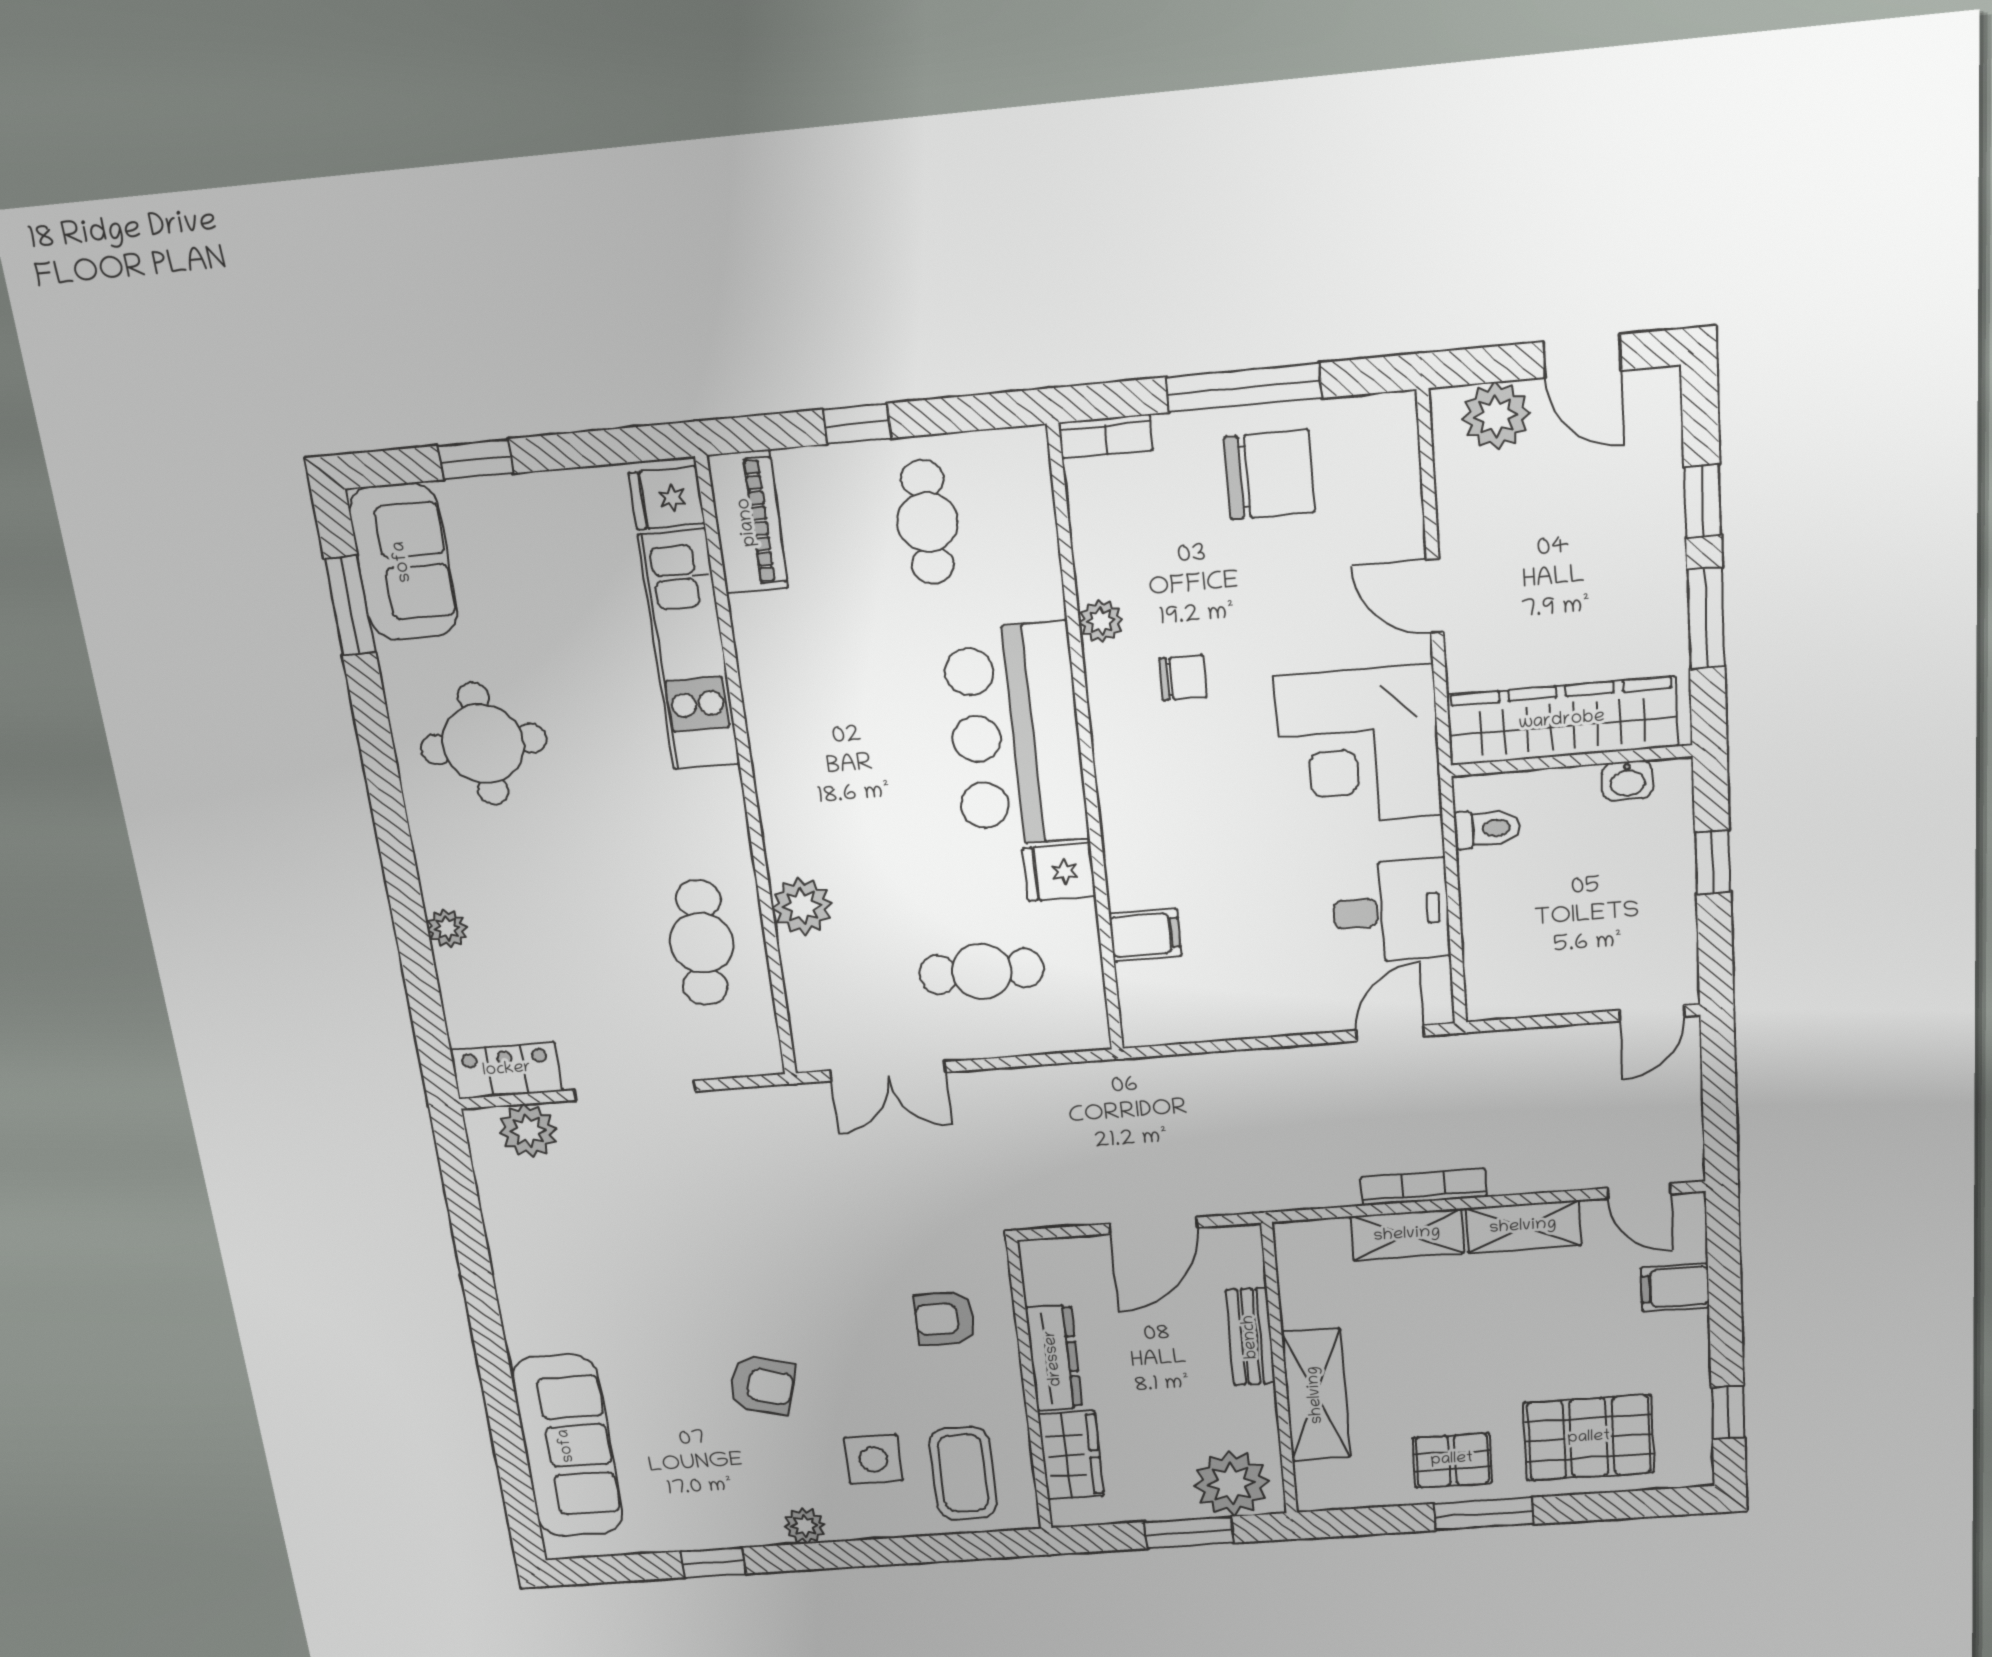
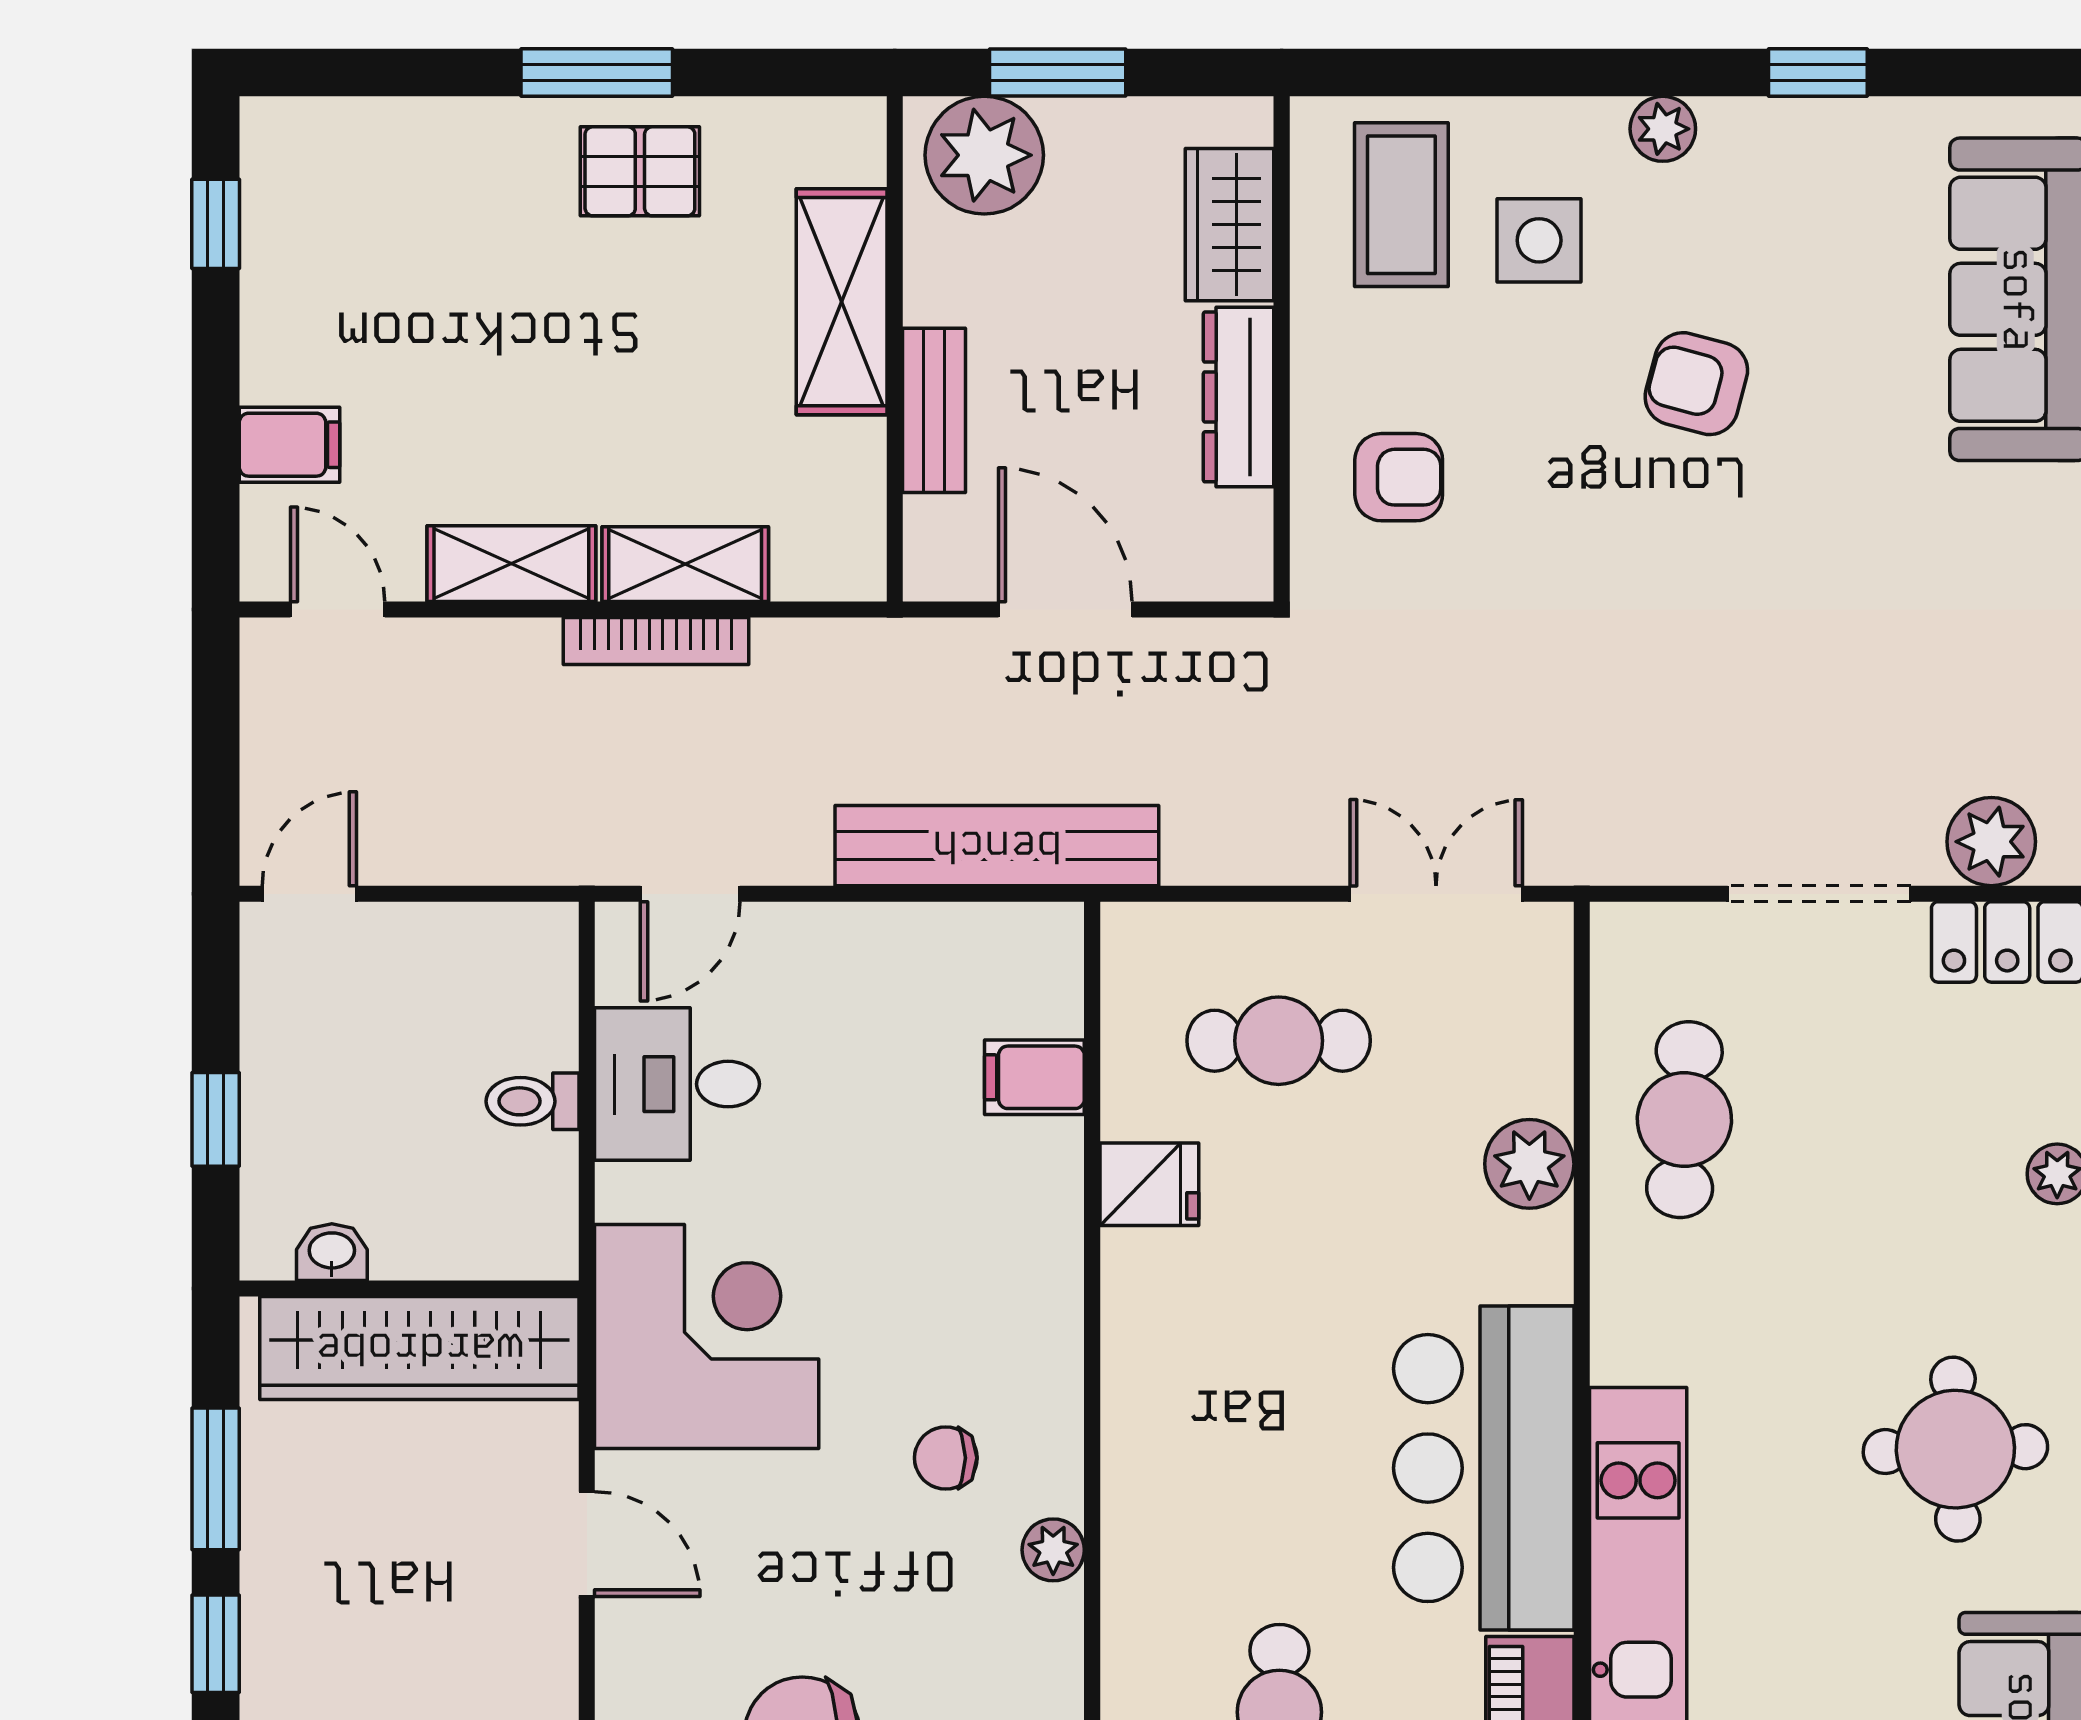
bar counter: (1016, 736) -> (1484, 1468), moved, turned 180
toilet: (1487, 829) -> (533, 1101), moved
bench: (1185, 1079) -> (997, 846), added
door: (1153, 1226) -> (1065, 609), hinge flipped
pallet: (1589, 1438) -> (429, 196), removed

